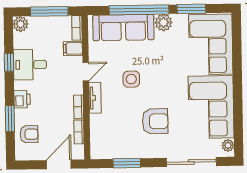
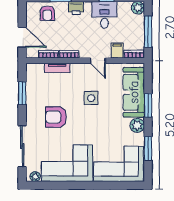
window: (139, 10) -> (148, 105), width x0.47
tv unit: (95, 98) -> (57, 68), moved
armchair: (155, 121) -> (56, 117), turned 90

